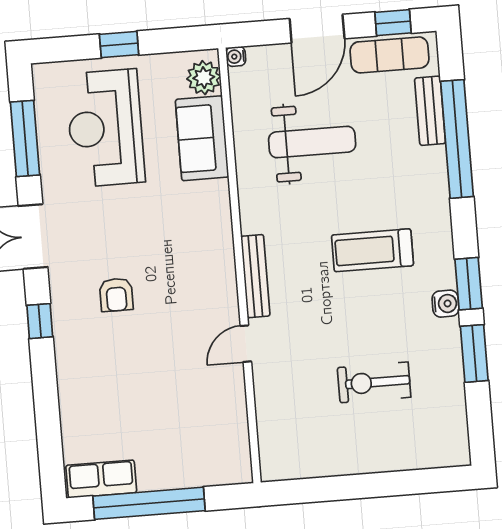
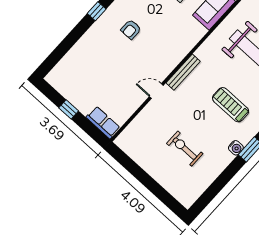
window: (474, 353) -> (228, 174), removed
row of seats: (101, 479) -> (103, 122), moved
window: (149, 503) -> (69, 109), width x0.32

